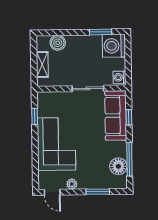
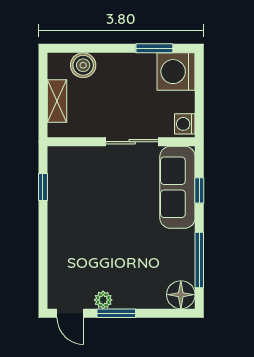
corner sofa: (56, 144) -> (79, 233), removed
floor lamp: (118, 166) -> (181, 295), moved
window: (98, 192) -> (116, 313), moved

